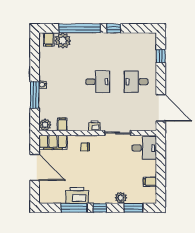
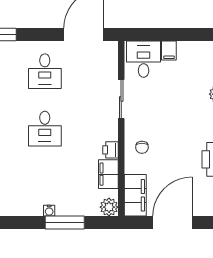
desk: (98, 82) -> (45, 129), turned 180
filing cabinet: (62, 124) -> (108, 174), width x2.00
printer: (95, 126) -> (110, 150), moved
filing cabinet: (150, 182) -> (169, 51), moved

